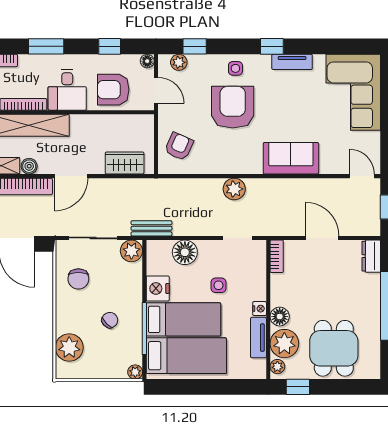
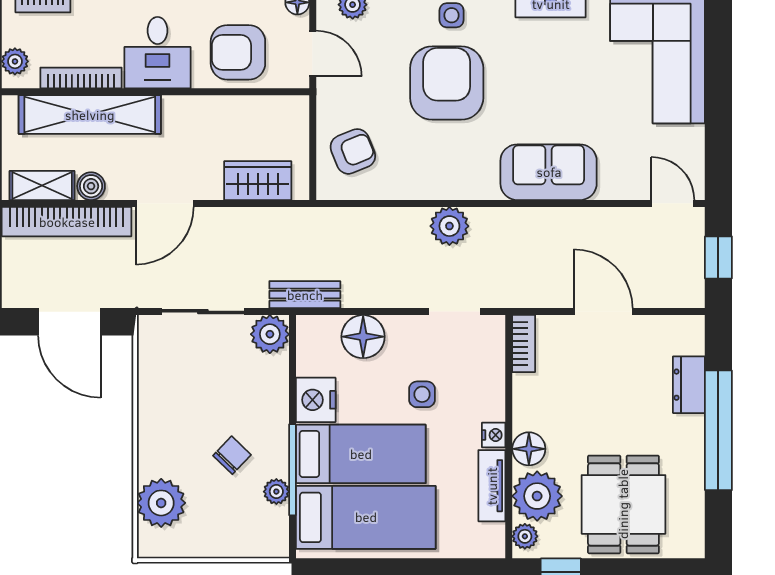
armchair: (179, 146) -> (353, 151), turned 44
dresser: (371, 256) -> (689, 385), moved
chair: (78, 279) -> (177, 383), removed
plant: (135, 372) -> (276, 492), moved

